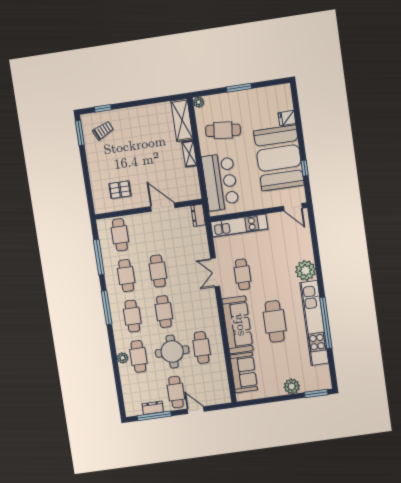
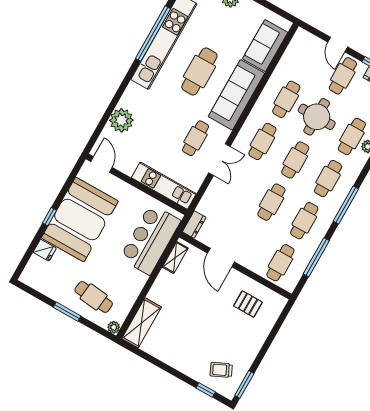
cafe table: (223, 130) -> (94, 297), moved
shelving: (189, 154) -> (175, 258), moved
window: (305, 168) -> (50, 217), moved
plant: (306, 270) -> (121, 120), moved
cafe table: (196, 307) -> (262, 141), added

